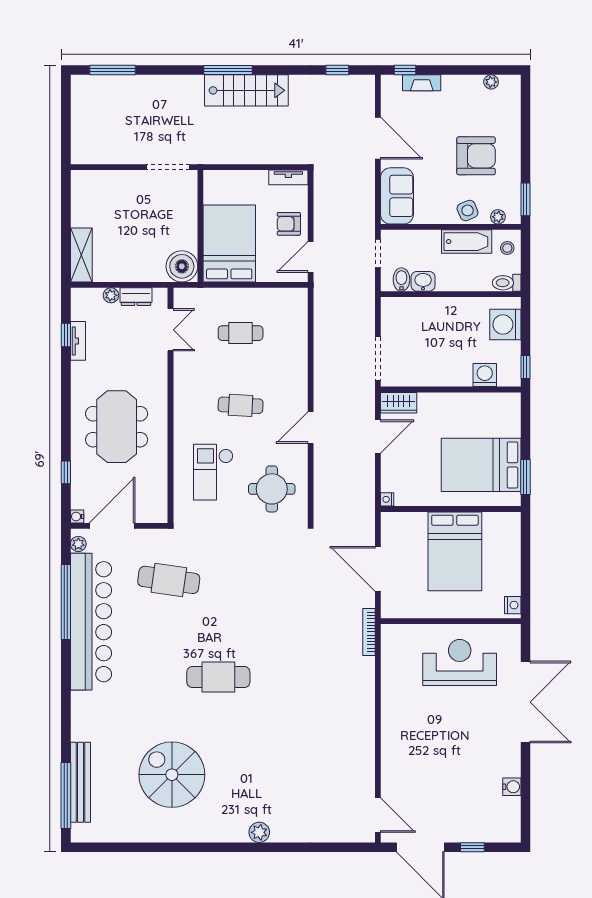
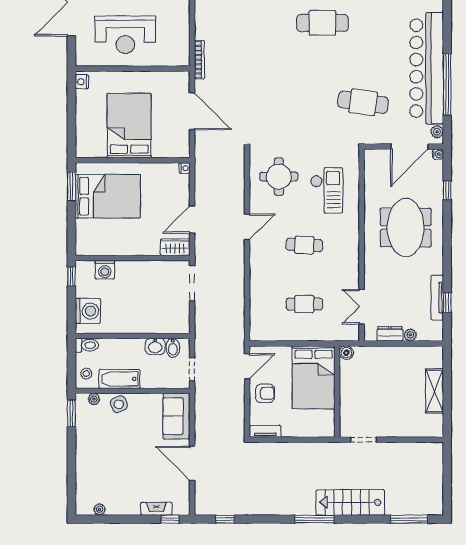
stairs: (246, 90) -> (350, 502), moved
armchair: (476, 156) -> (112, 449), removed
doorway: (168, 167) -> (364, 440), width x0.73
shelving: (81, 255) -> (434, 391), moved
boiler: (182, 266) -> (346, 353), width x0.54, depth x0.54
tv unit: (78, 341) -> (437, 298), width x1.41

